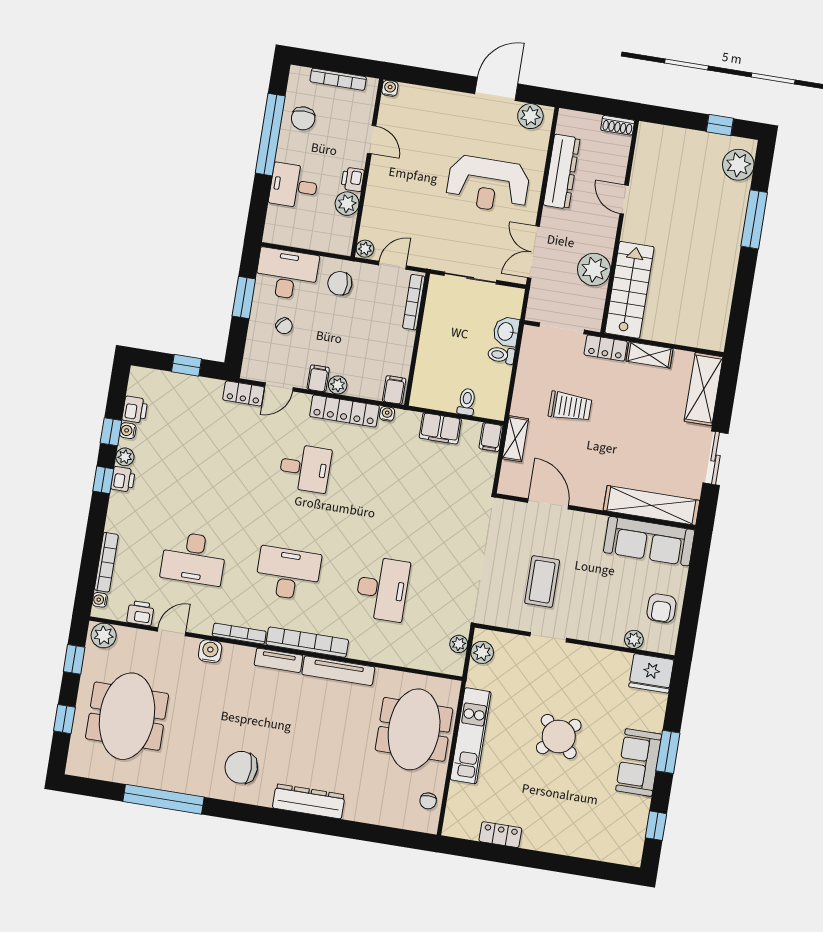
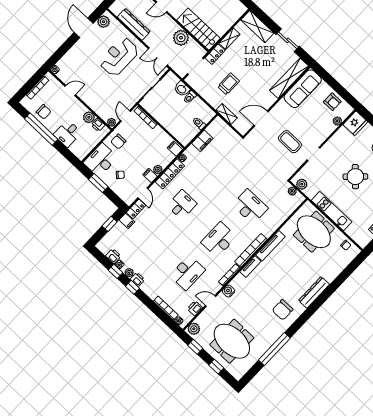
printer: (353, 179) -> (98, 125), moved
reception desk: (488, 184) -> (119, 57), turned 180
filing cabinet: (491, 437) -> (127, 221), moved
door: (172, 632) -> (211, 301), hinge flipped

